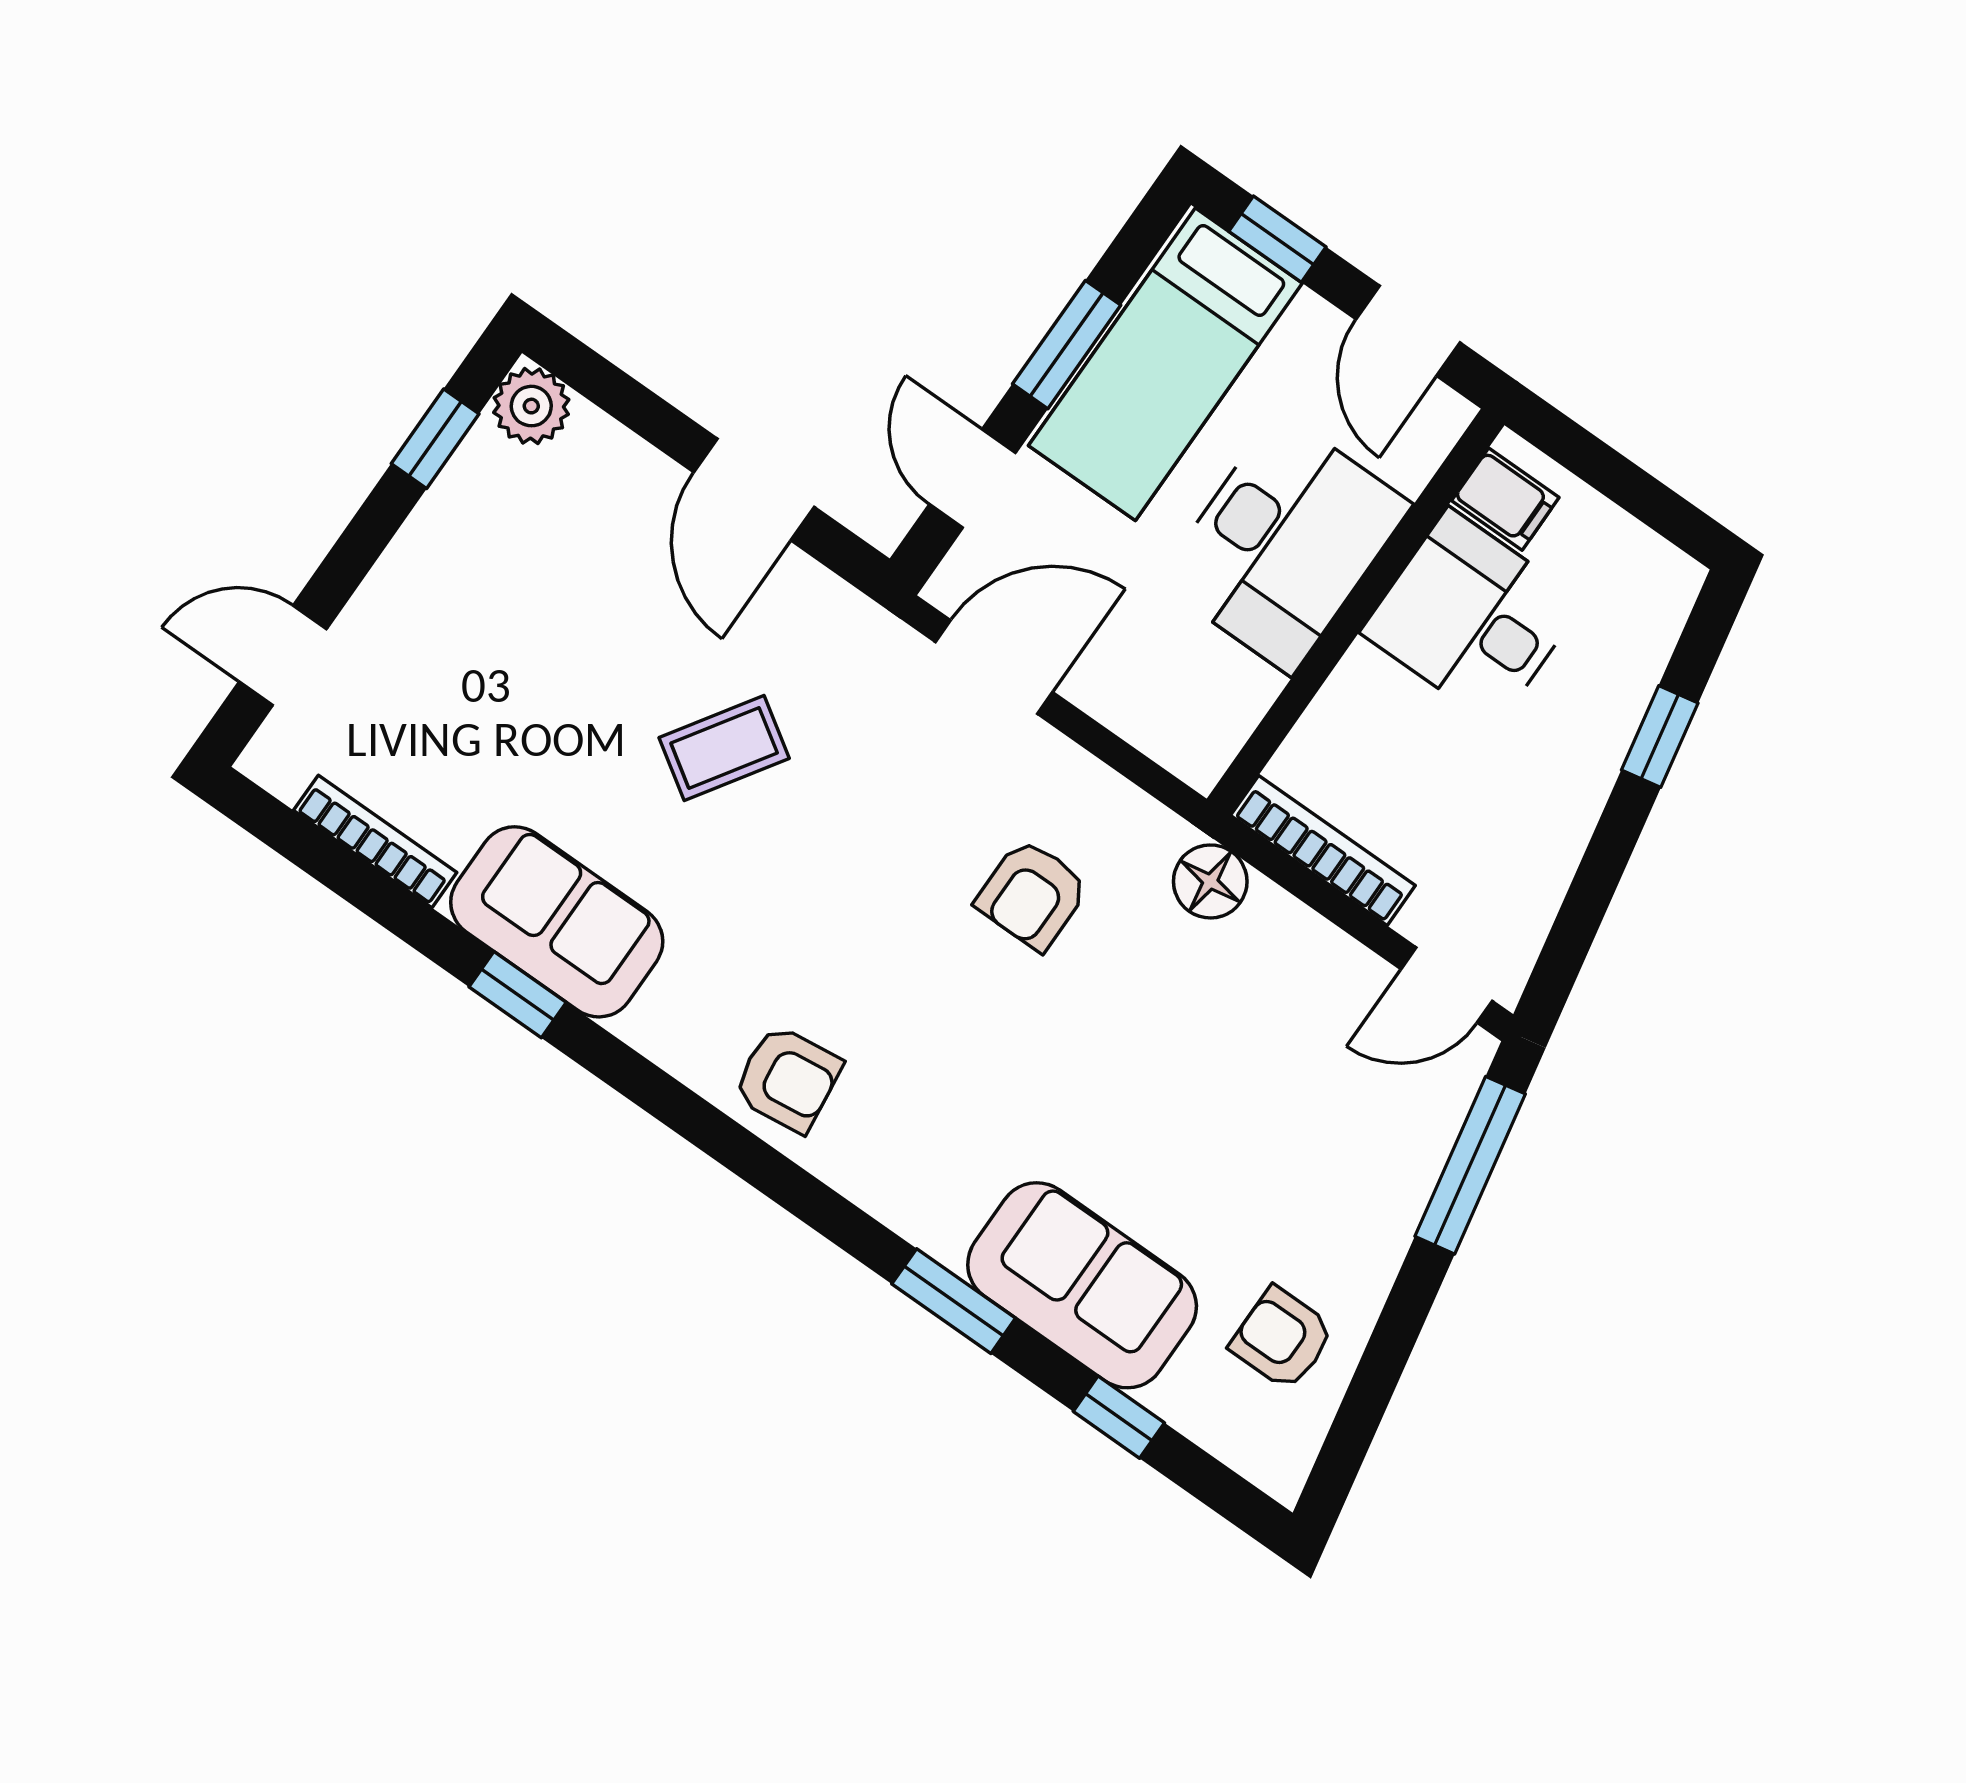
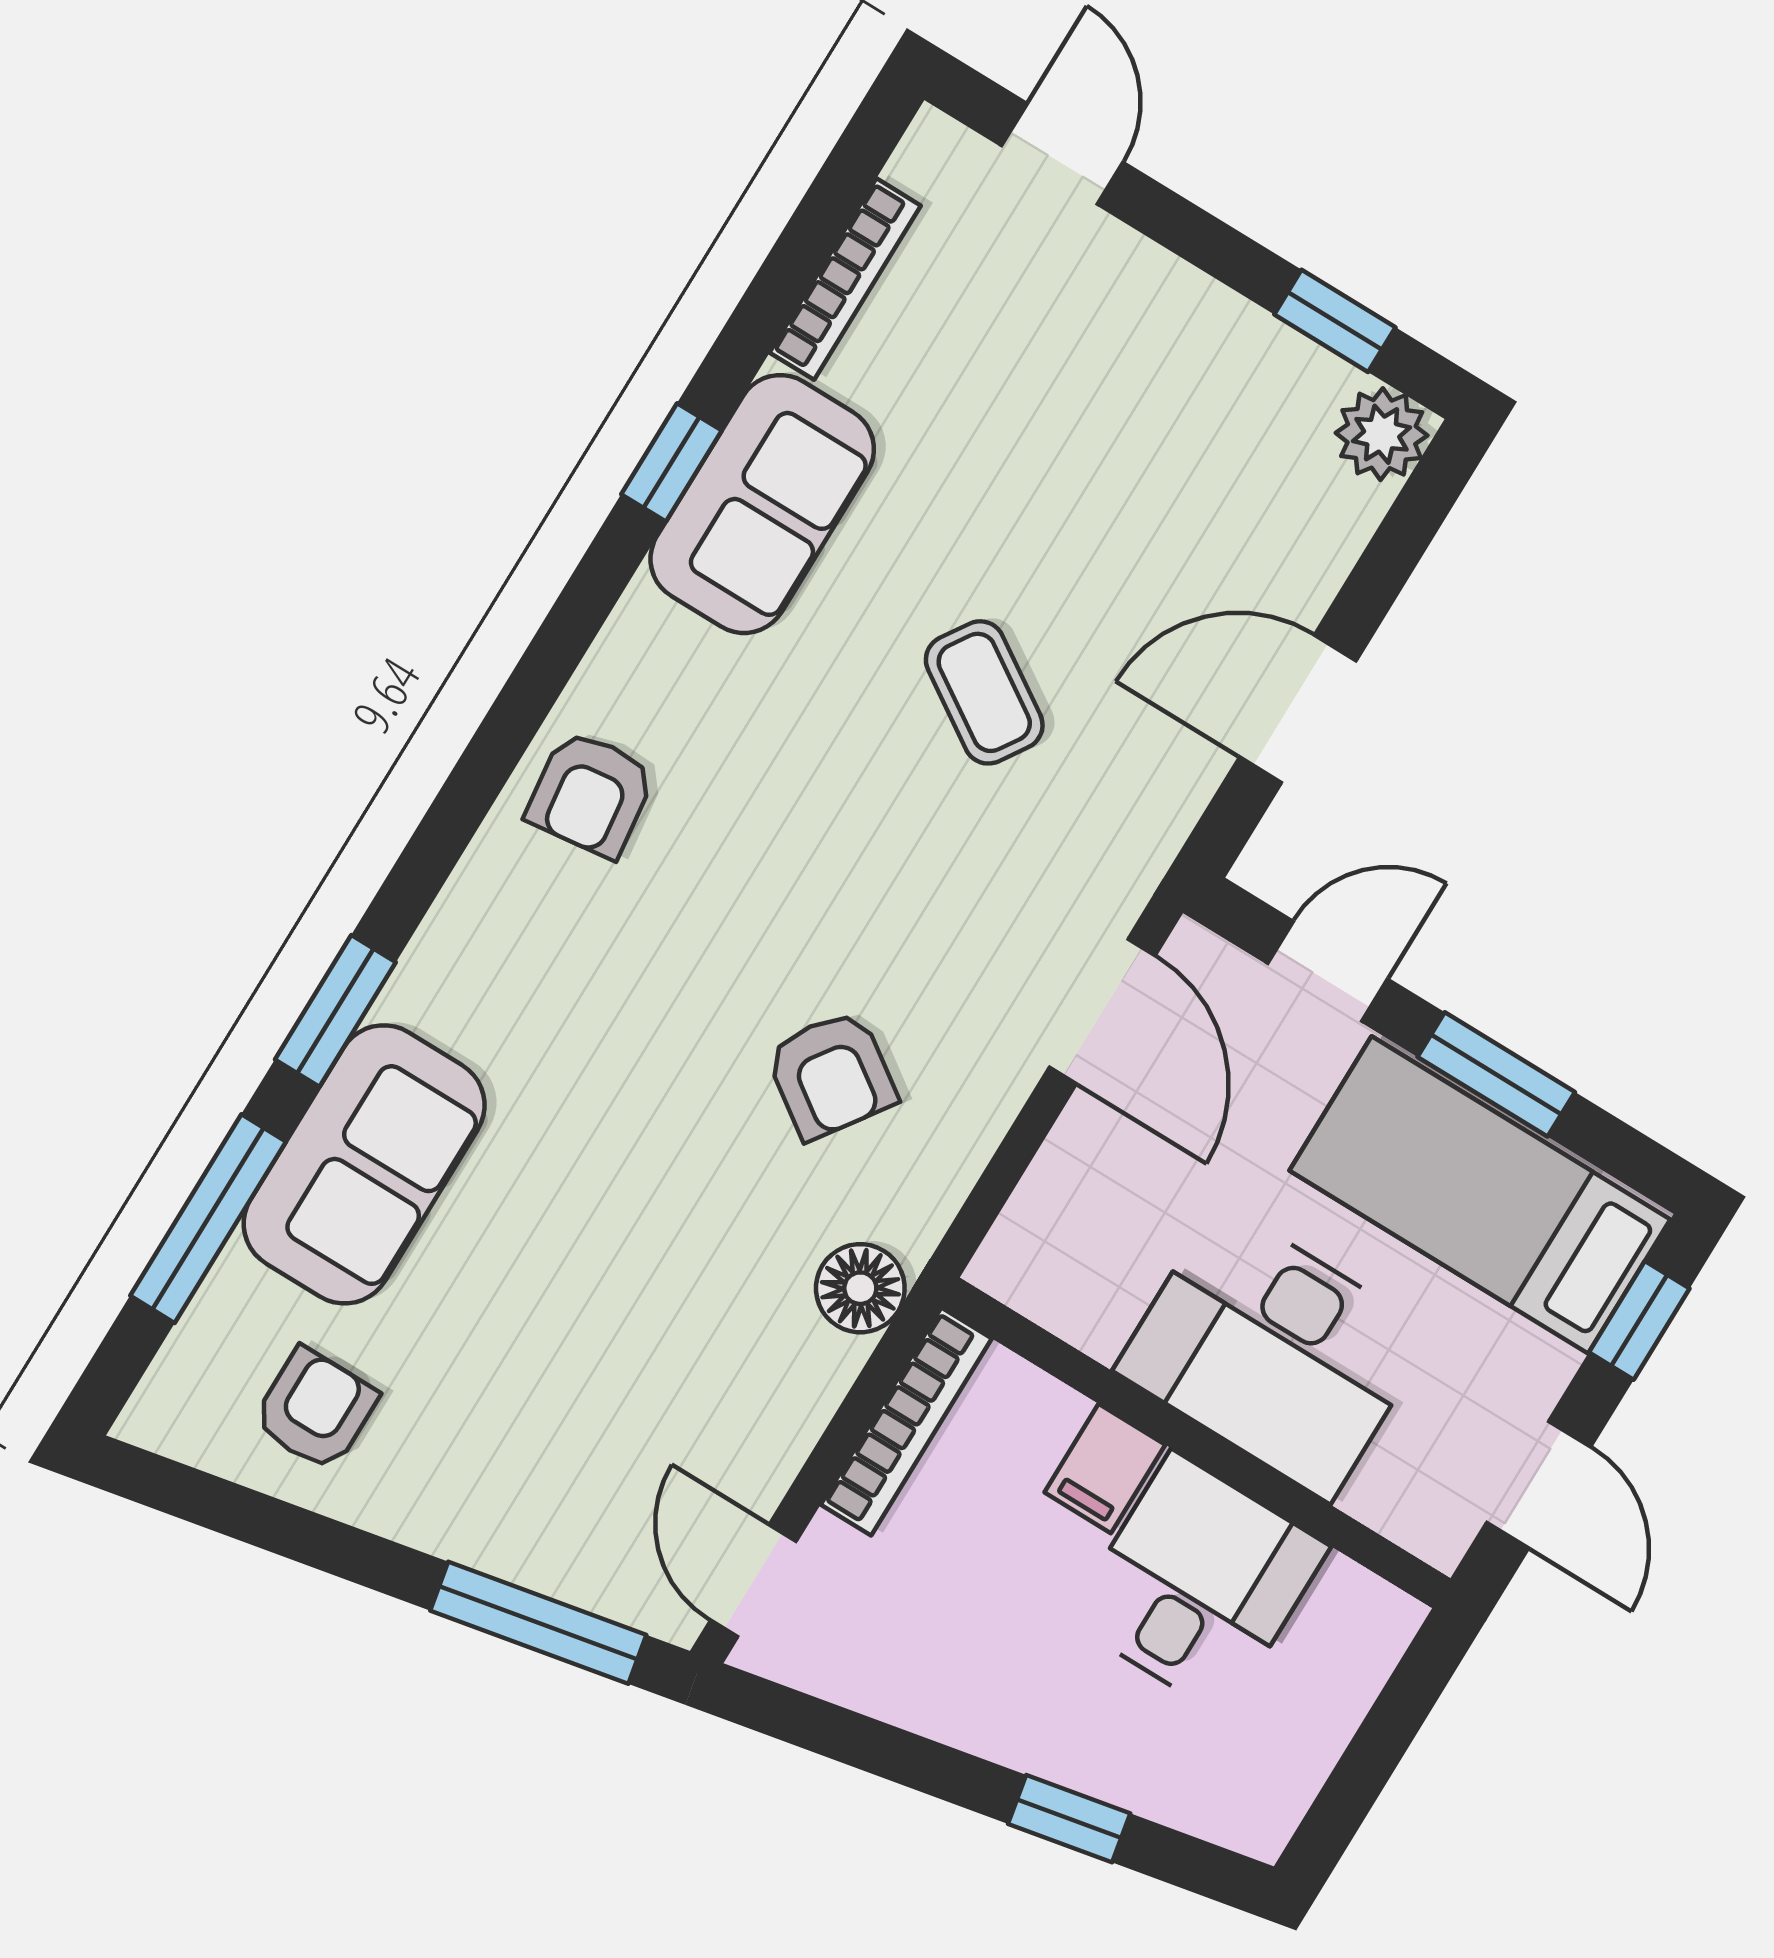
door: (1408, 331) -> (1539, 1485), swing flipped
filing cabinet: (1505, 499) -> (1105, 1468), moved
armchair: (1032, 894) -> (831, 1075), turned -145
window: (1119, 1417) -> (208, 1219), width x2.17

